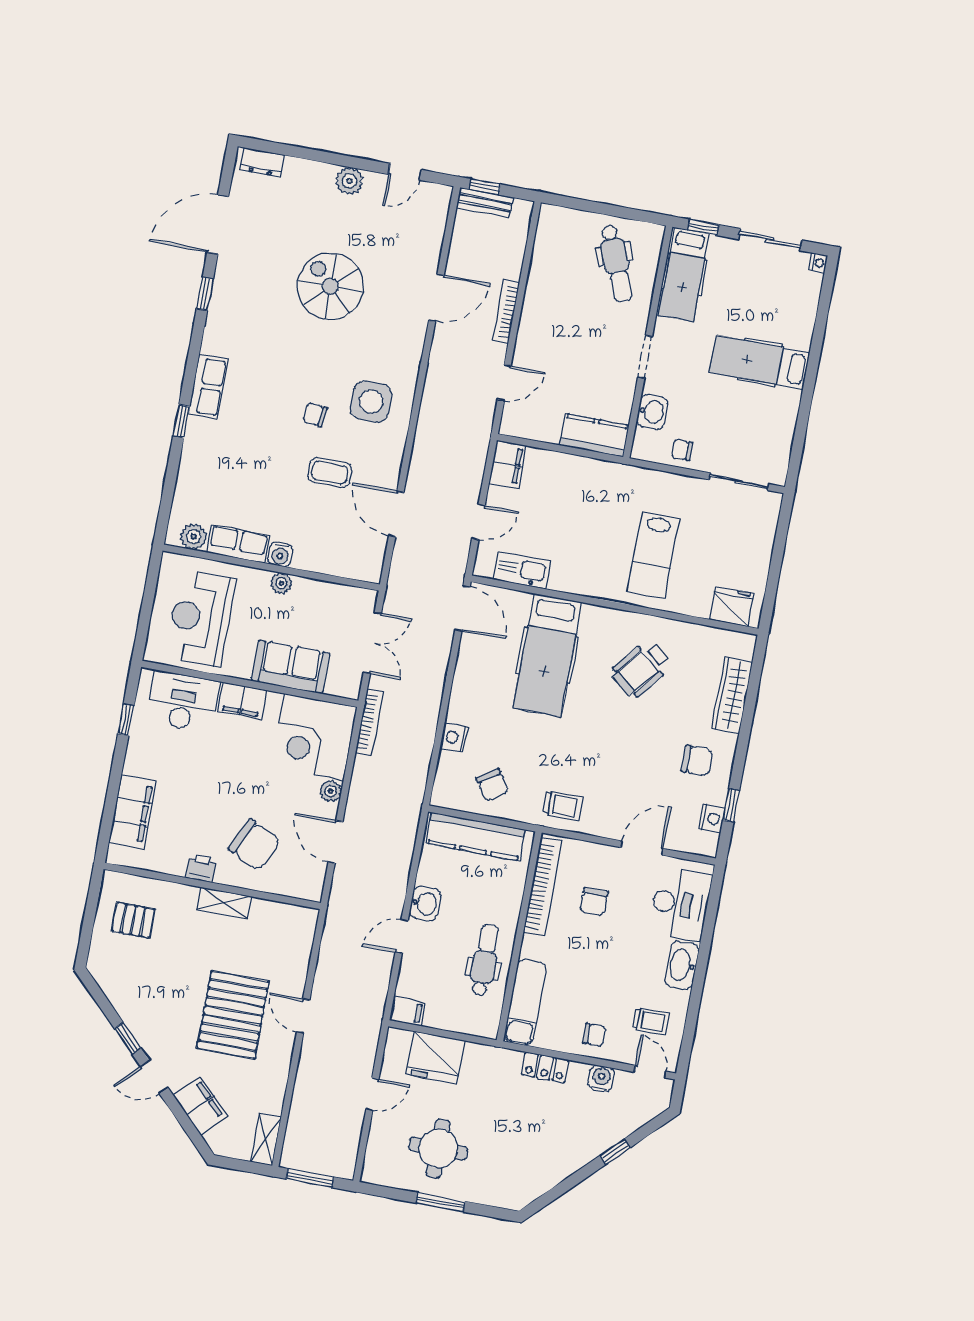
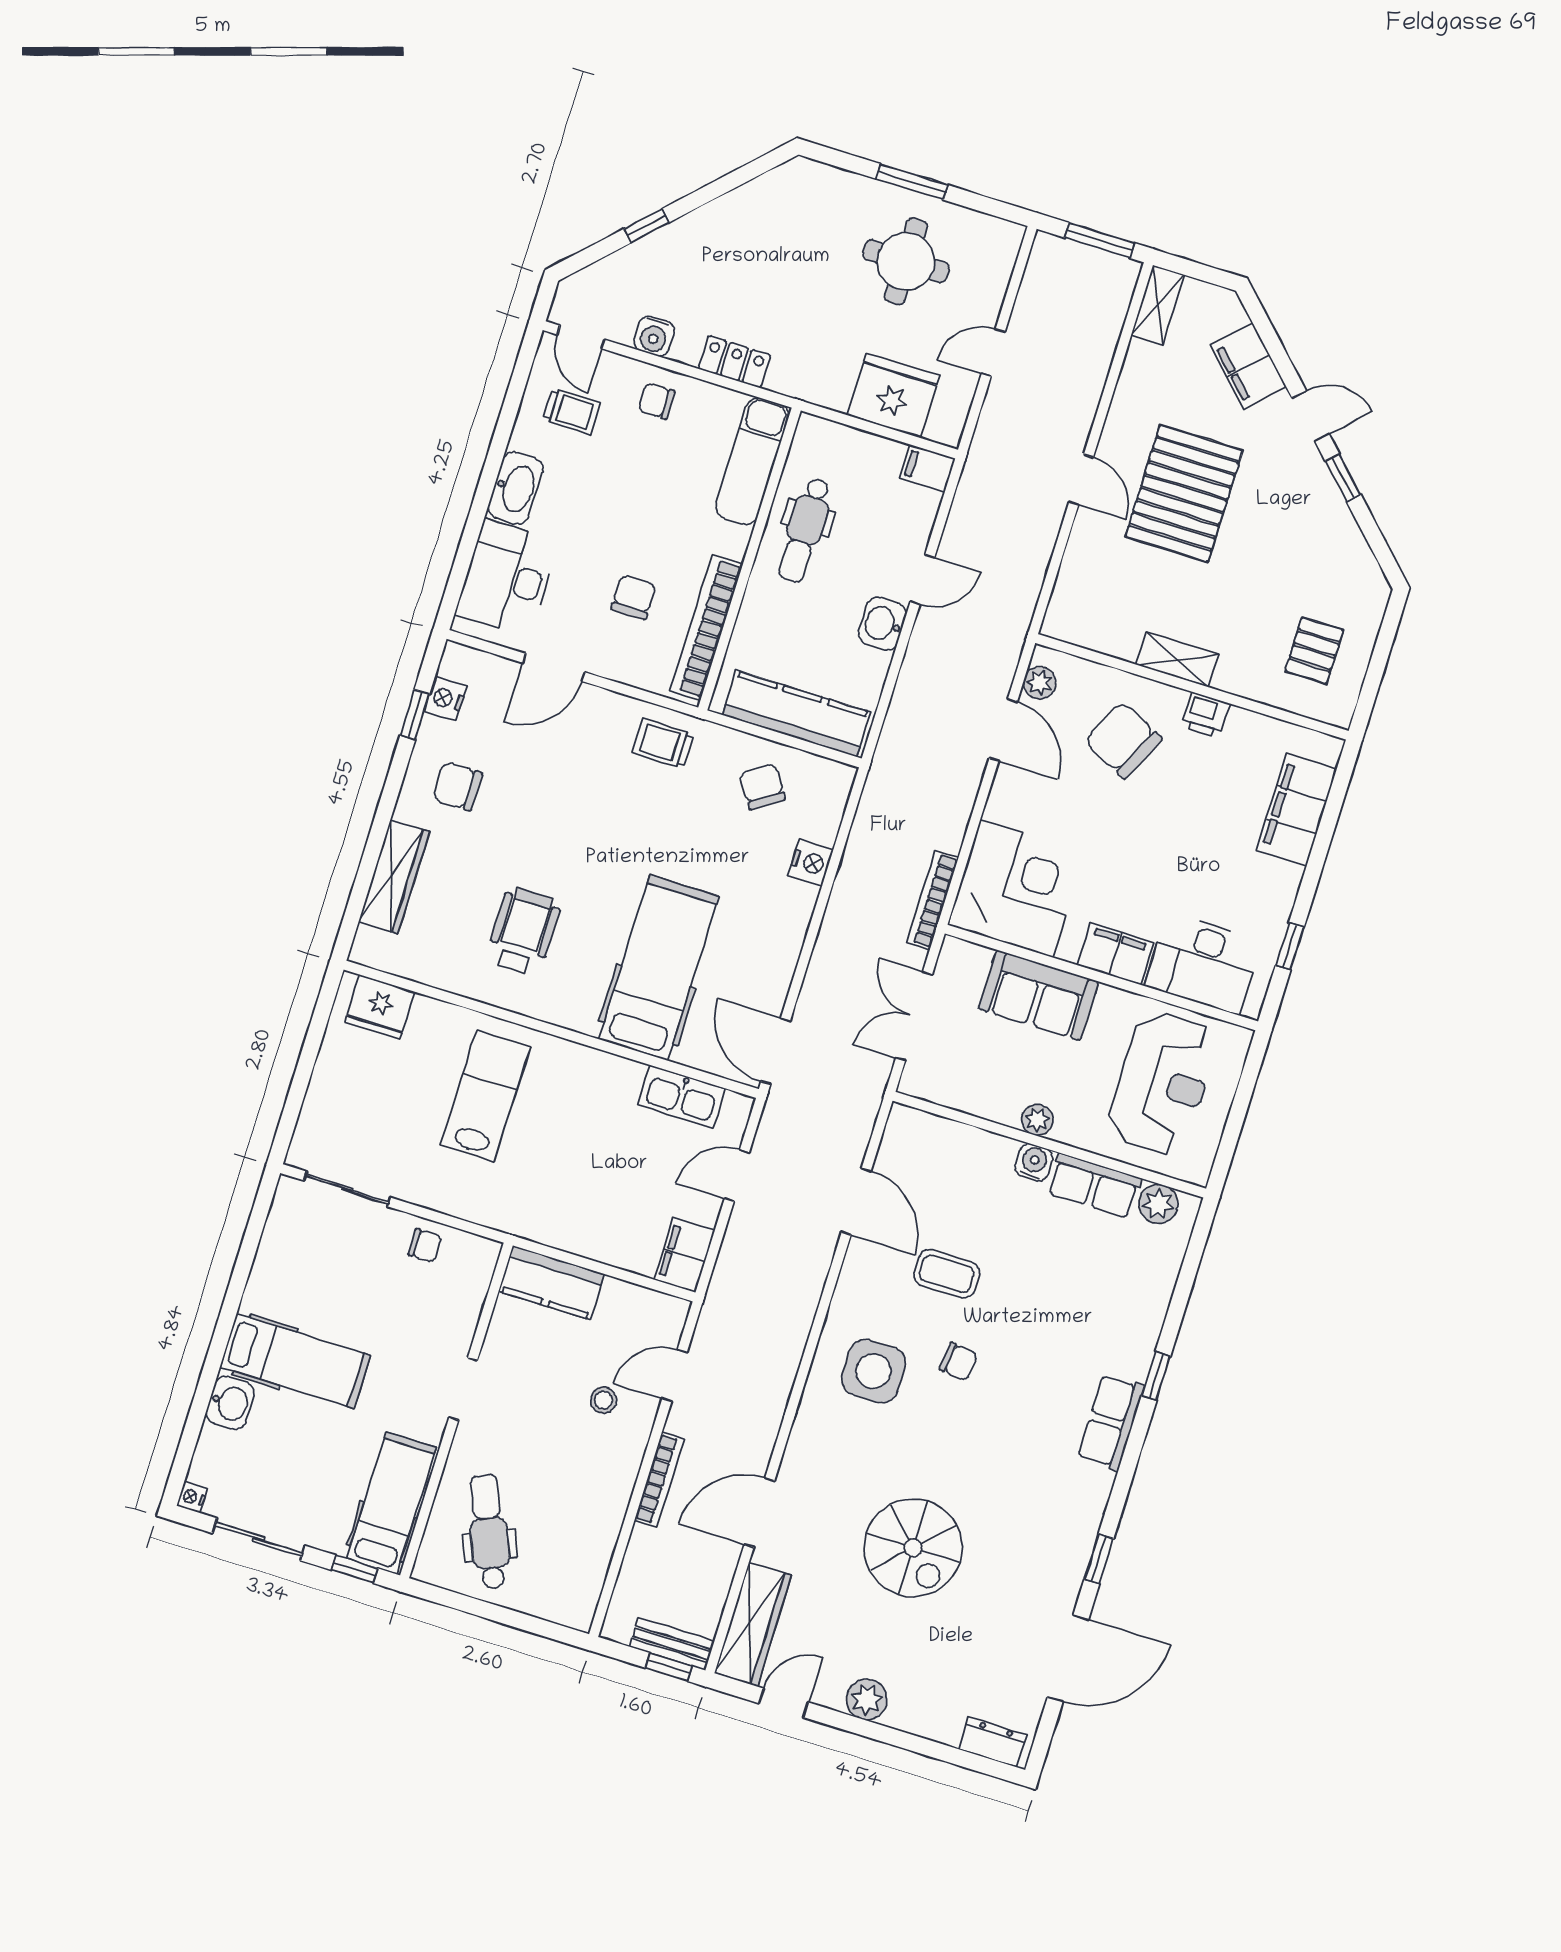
wardrobe: (432, 222) -> (753, 1624), added
stool: (550, 360) -> (604, 1400), added
washbasin: (652, 412) -> (230, 1403), moved, turned 180
wheelchair: (641, 669) -> (523, 931), turned -39
plant: (331, 791) -> (1040, 683), moved
pallet: (133, 920) -> (1314, 650), turned 90
trolley: (651, 1021) -> (571, 411), turned 180

